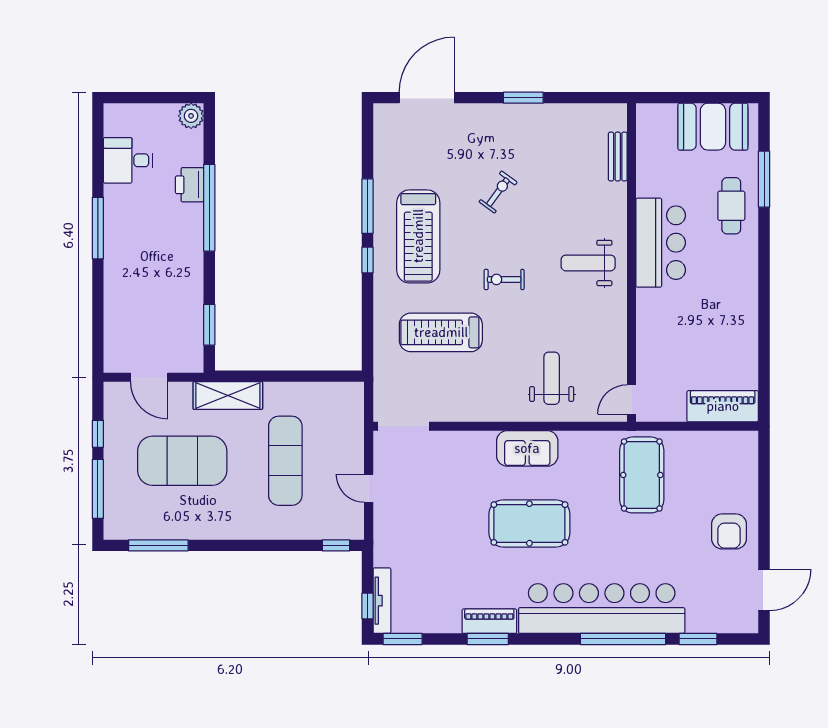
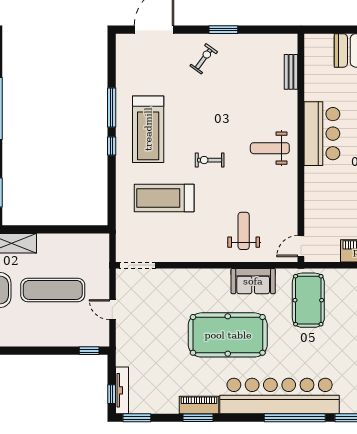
exercise bike: (498, 192) -> (204, 59), moved
sofa: (527, 448) -> (253, 281), moved
exercise mat: (285, 461) -> (53, 290), turned 90
pool table: (529, 523) -> (228, 335), width x1.36, depth x1.32

